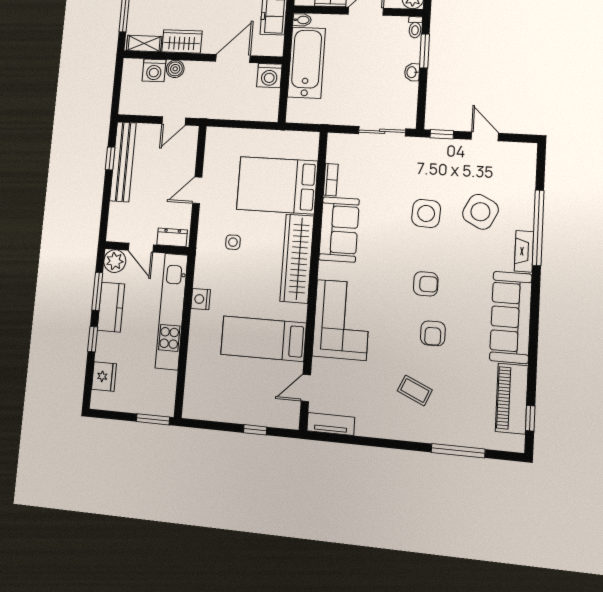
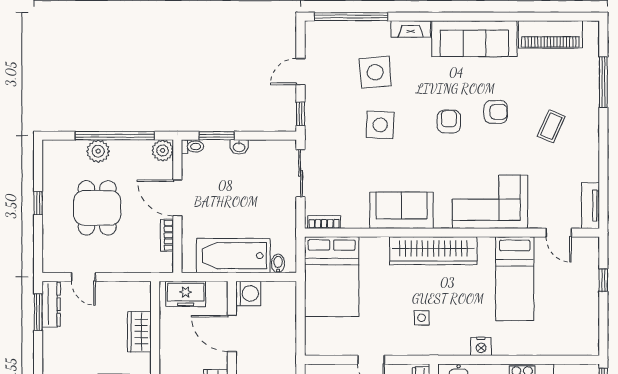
bidet: (302, 20) -> (278, 263), moved
bookcase: (331, 180) -> (324, 222), moved
bed: (277, 185) -> (332, 277), moved
side table: (480, 212) -> (375, 72), turned -32
window: (538, 228) -> (351, 17), moved
window: (530, 418) -> (567, 17), removed

